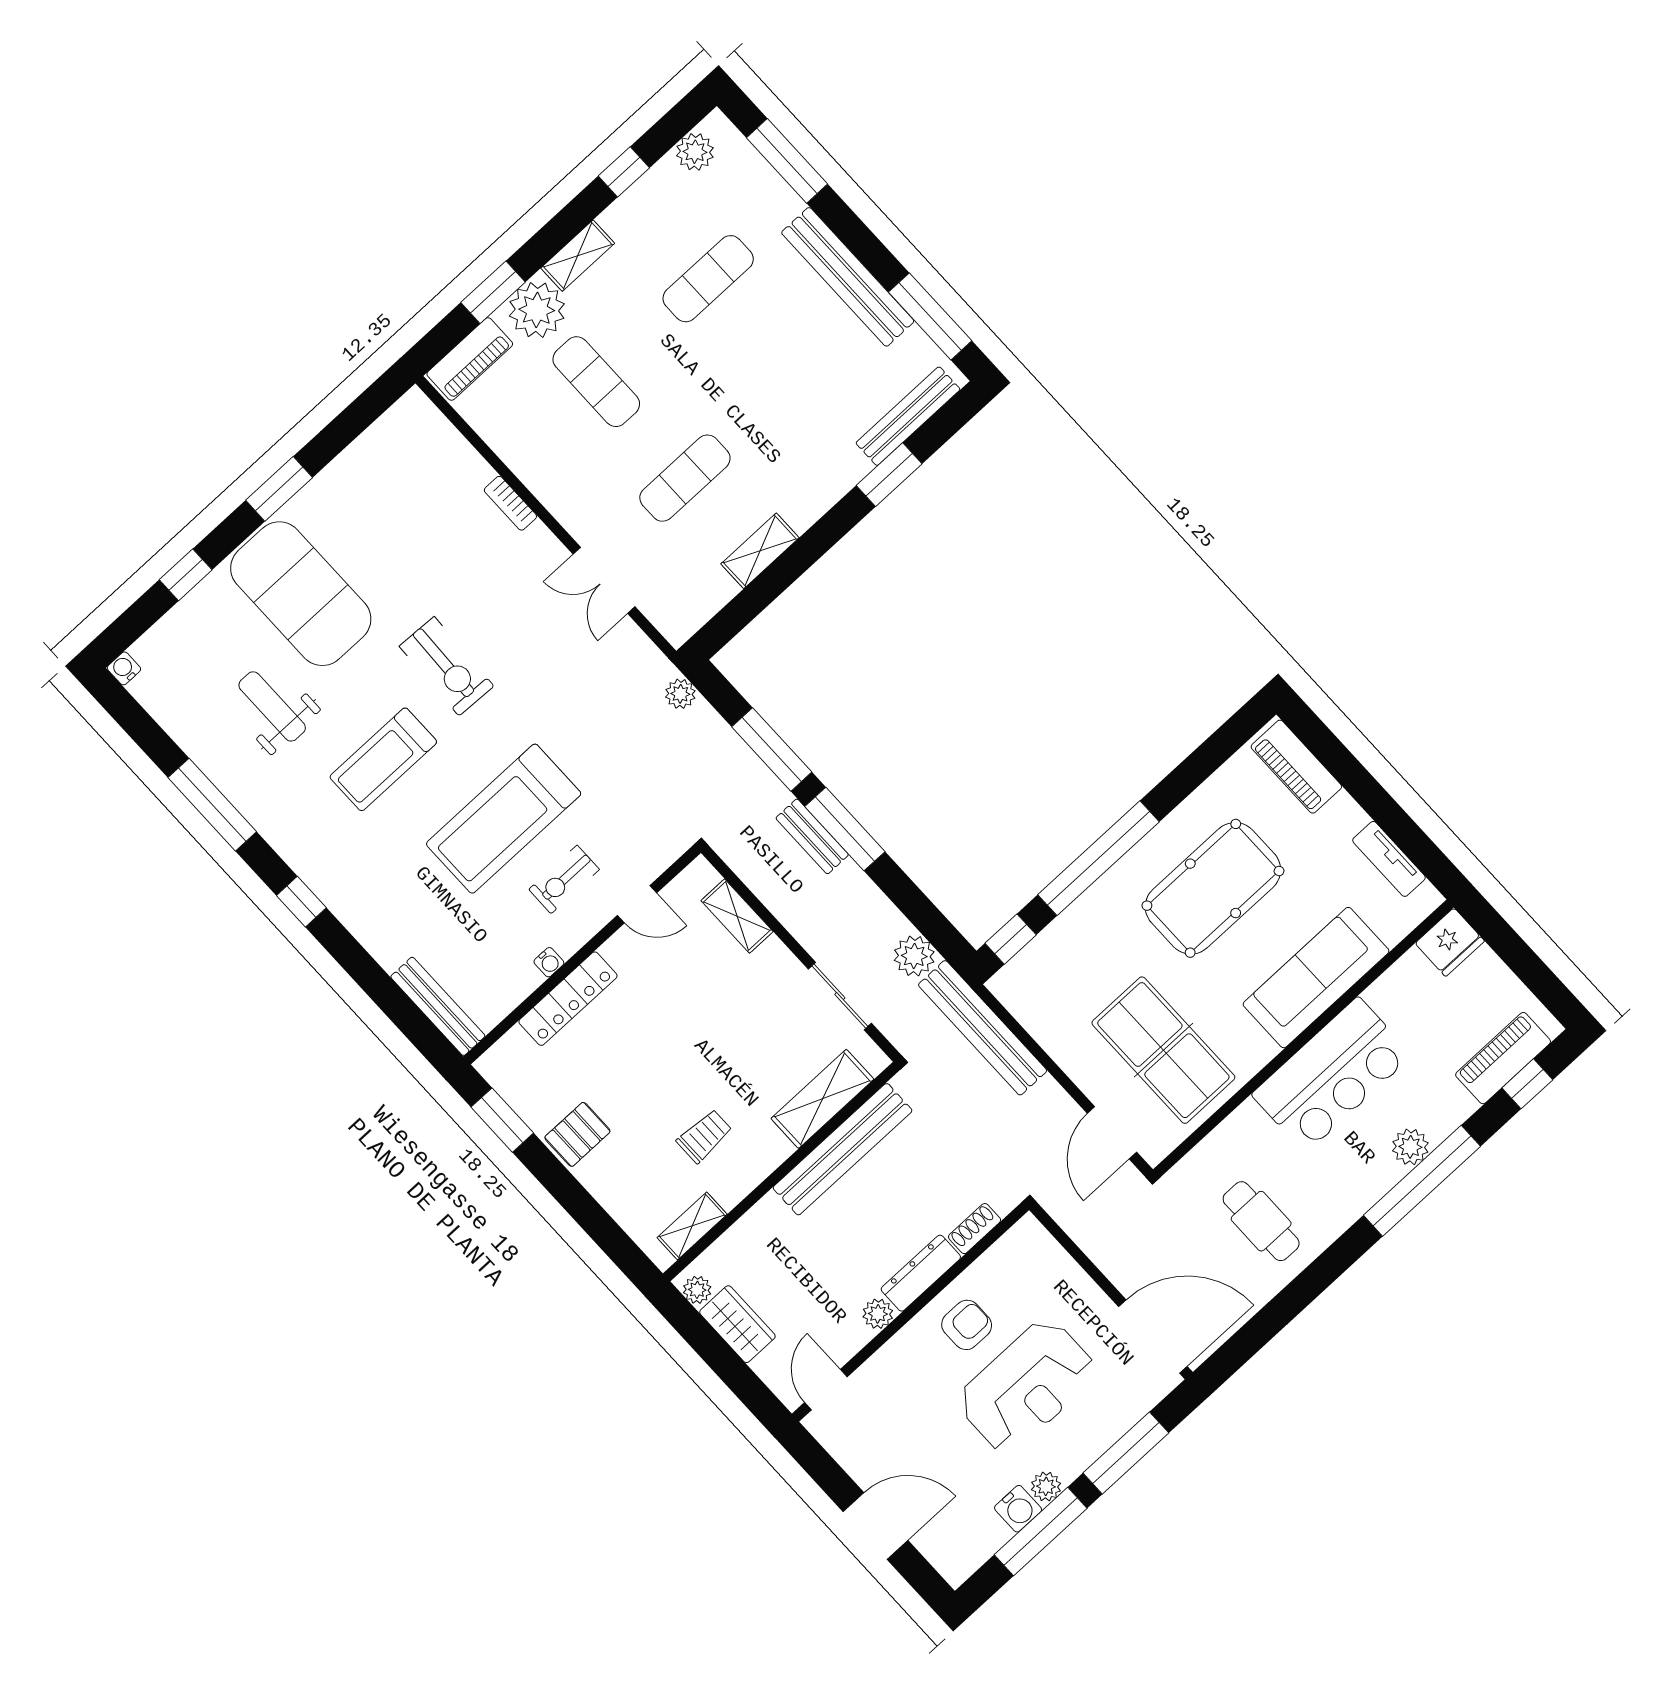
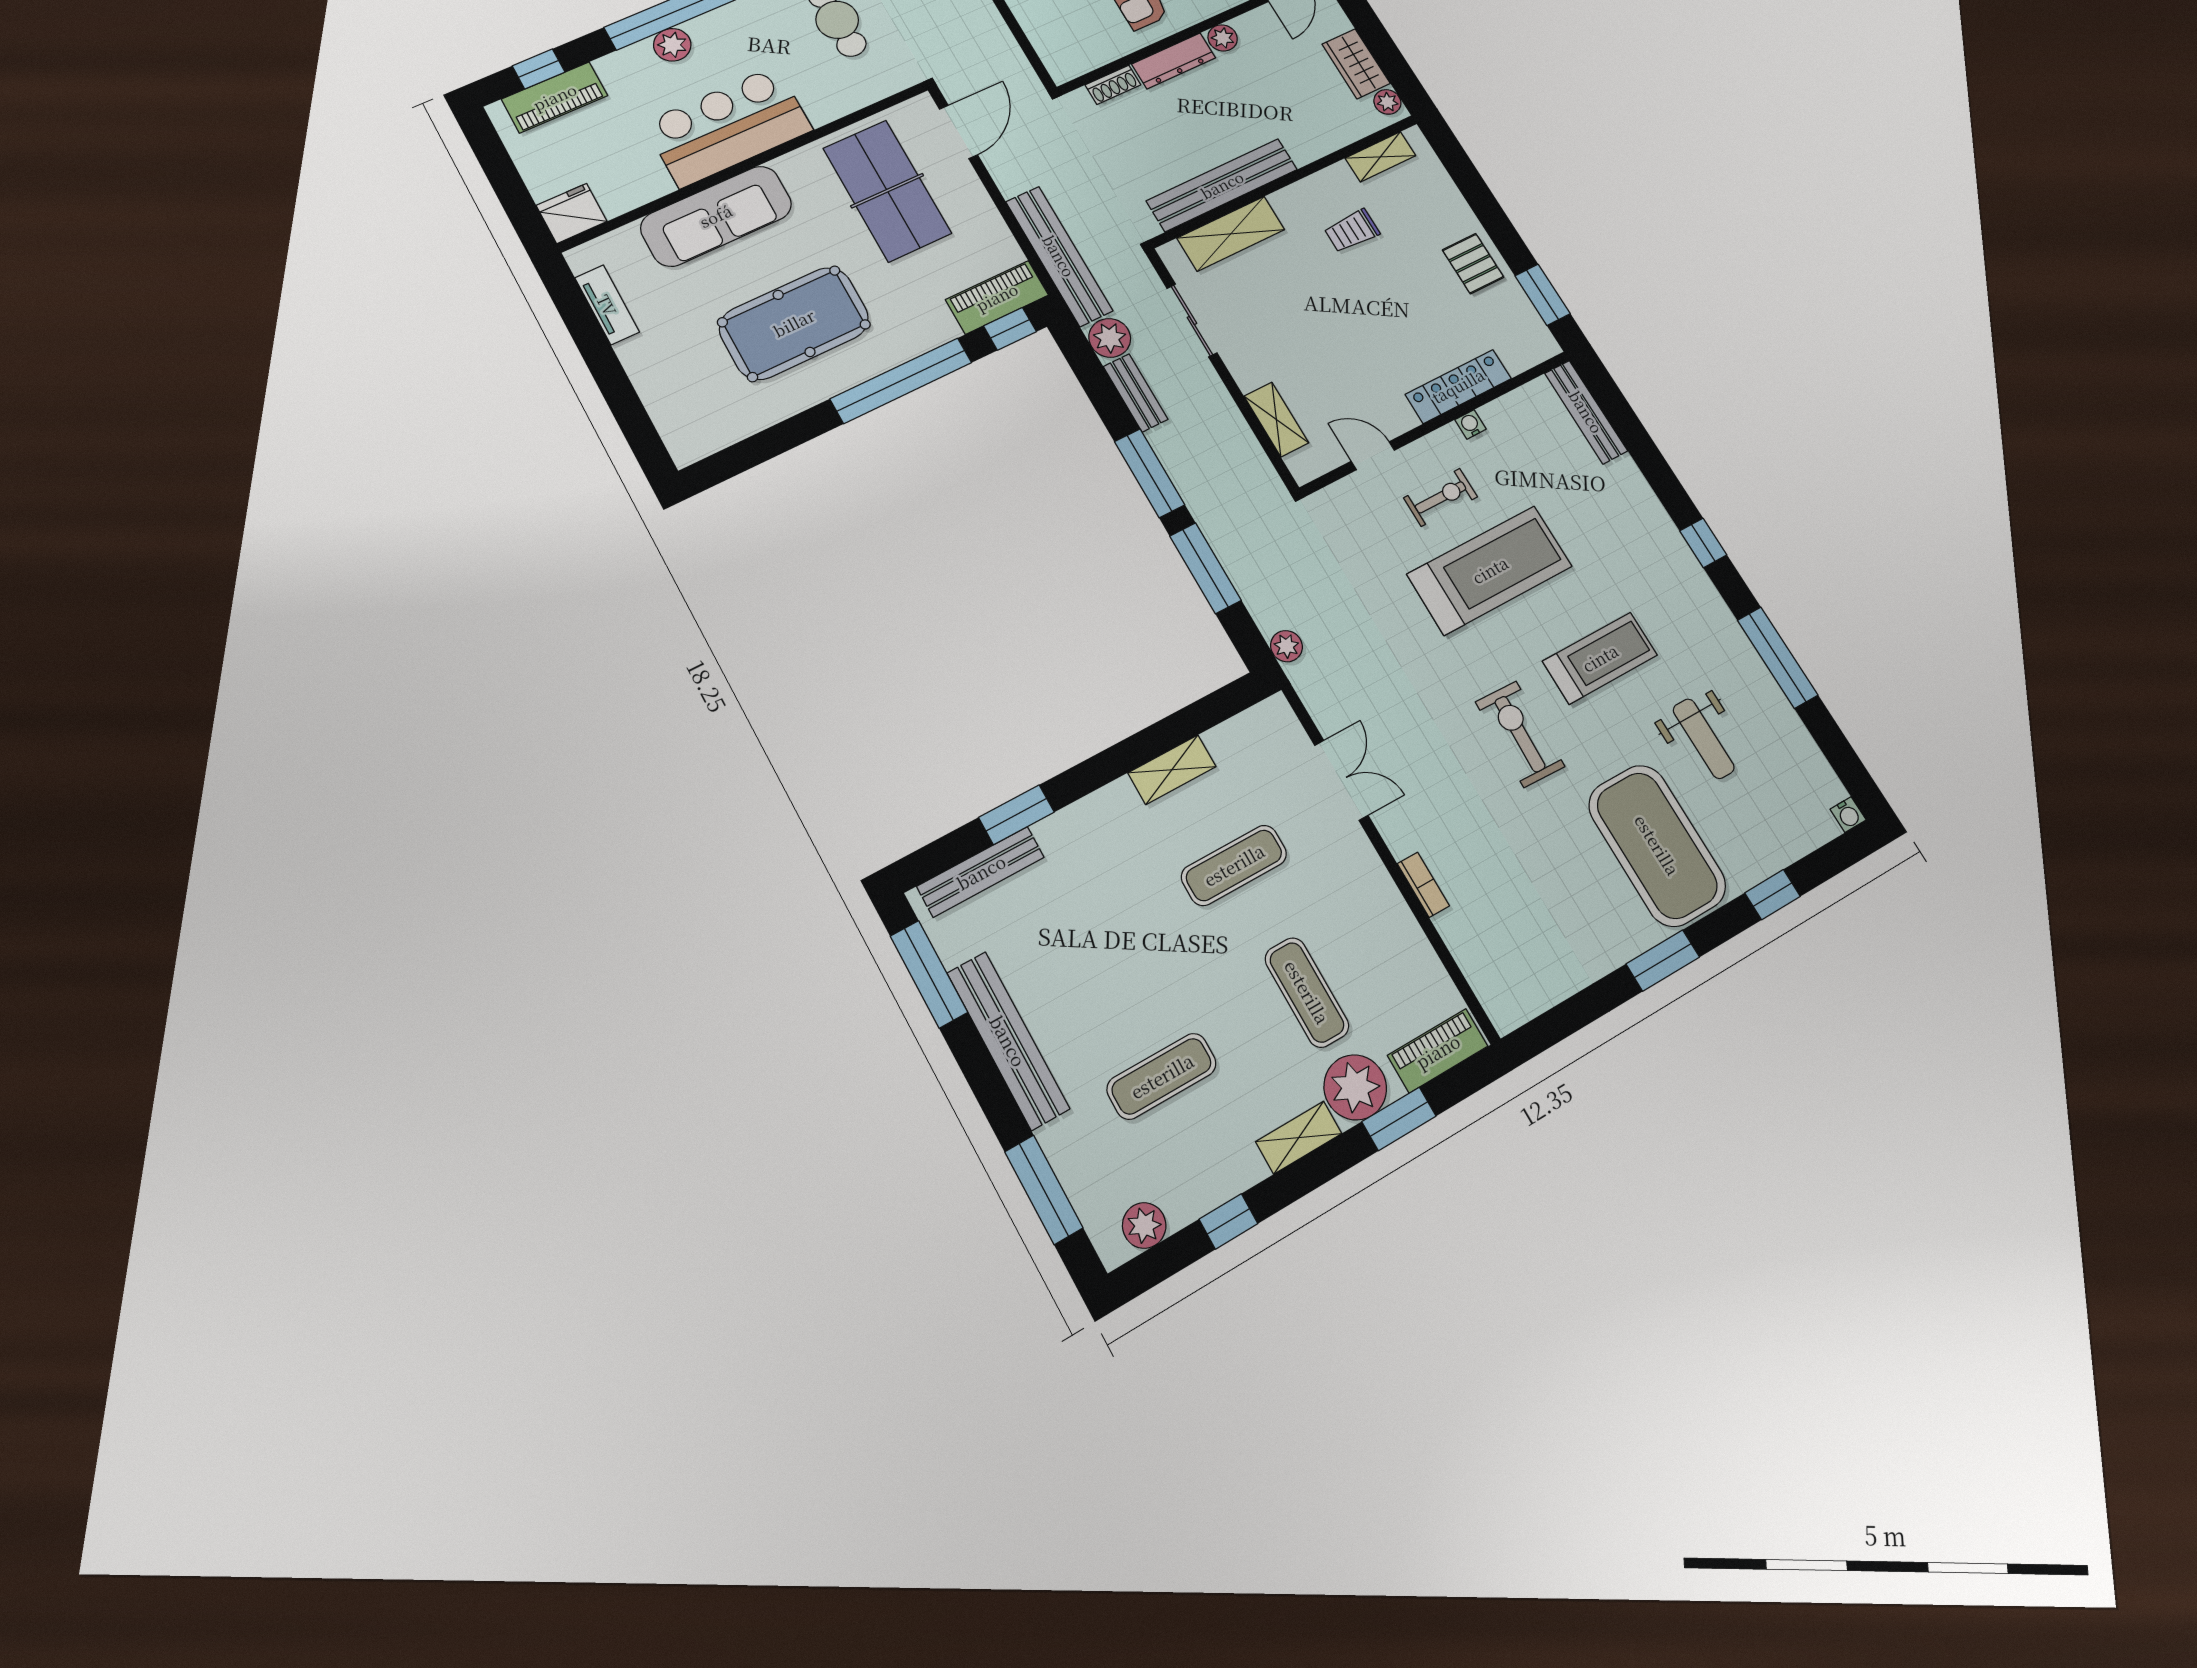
piano: (1296, 767) -> (997, 297), moved, turned -90
bench: (812, 836) -> (1136, 393), moved
pallet: (577, 1134) -> (1473, 264), turned 90

